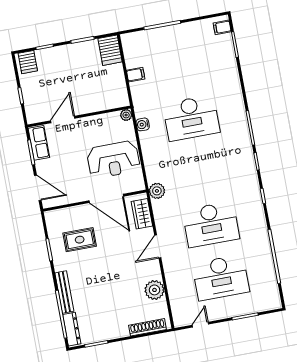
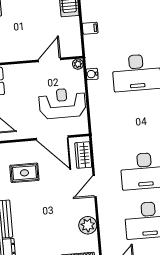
door: (63, 119) -> (49, 60), moved
reception desk: (113, 160) -> (62, 103), turned 180
plant: (157, 191) -> (99, 136), removed

